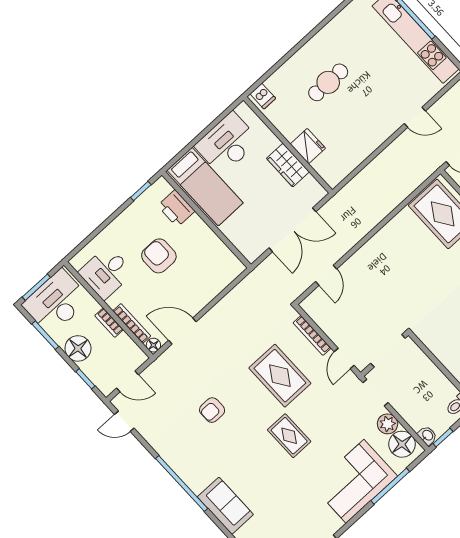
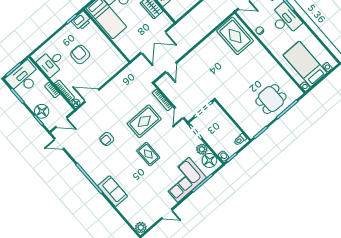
printer: (176, 208) -> (81, 21), moved, turned -90
floor lamp: (78, 348) -> (42, 111), moved
rug: (280, 376) -> (144, 121), turned 90

